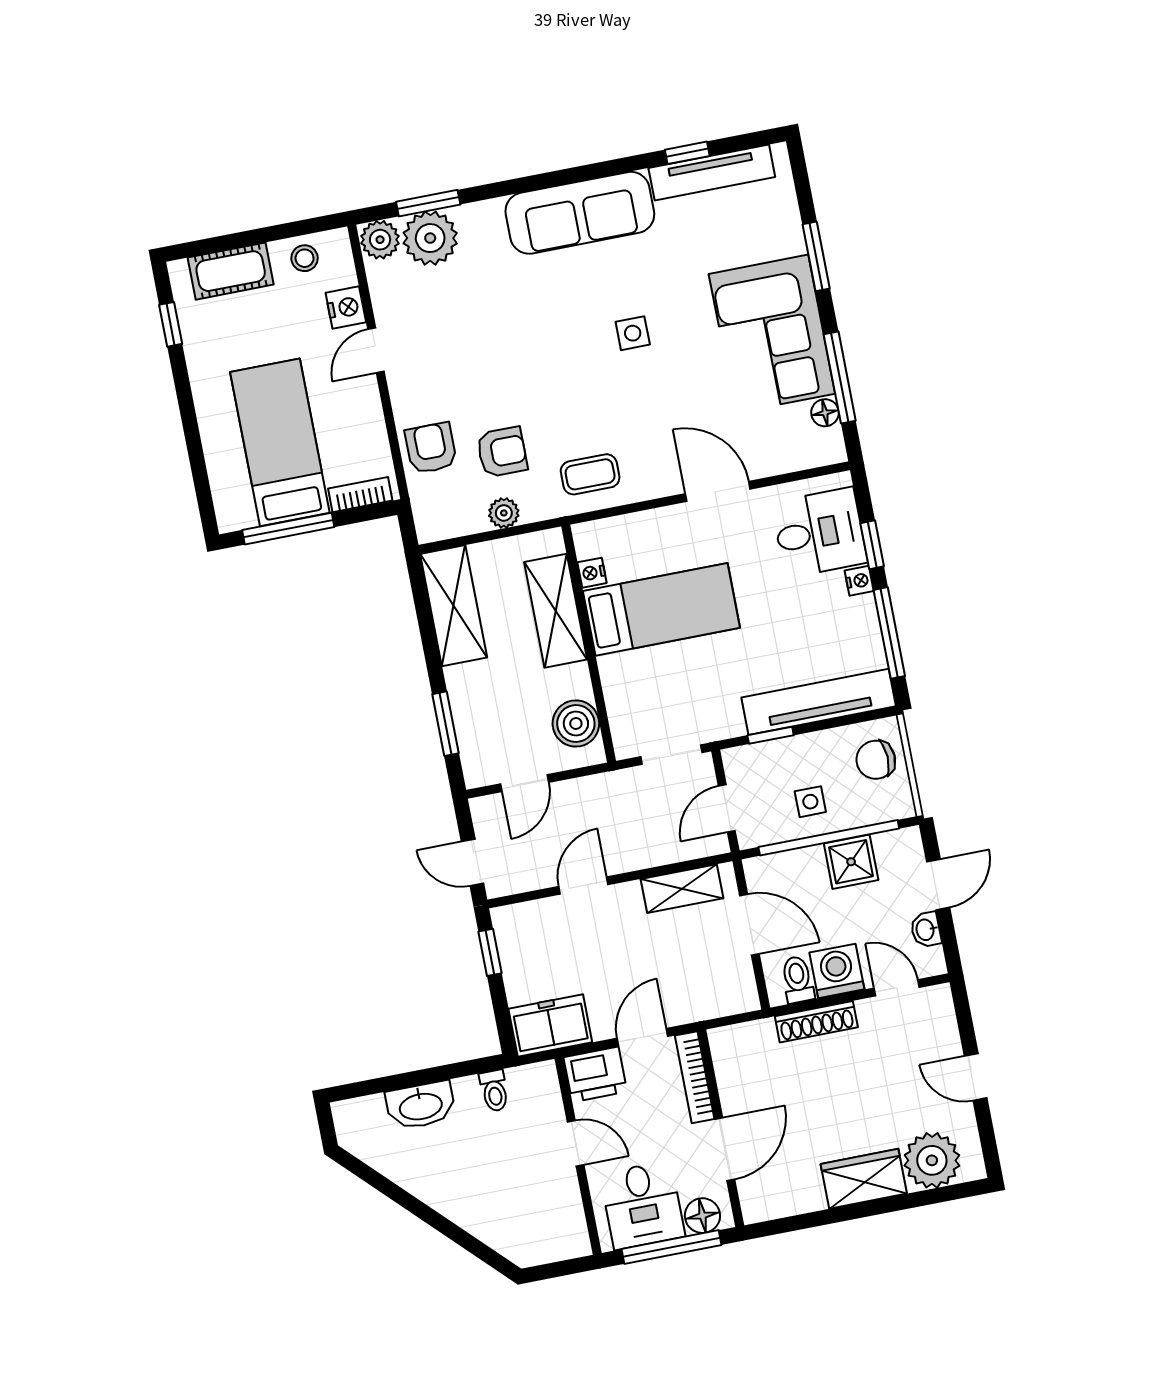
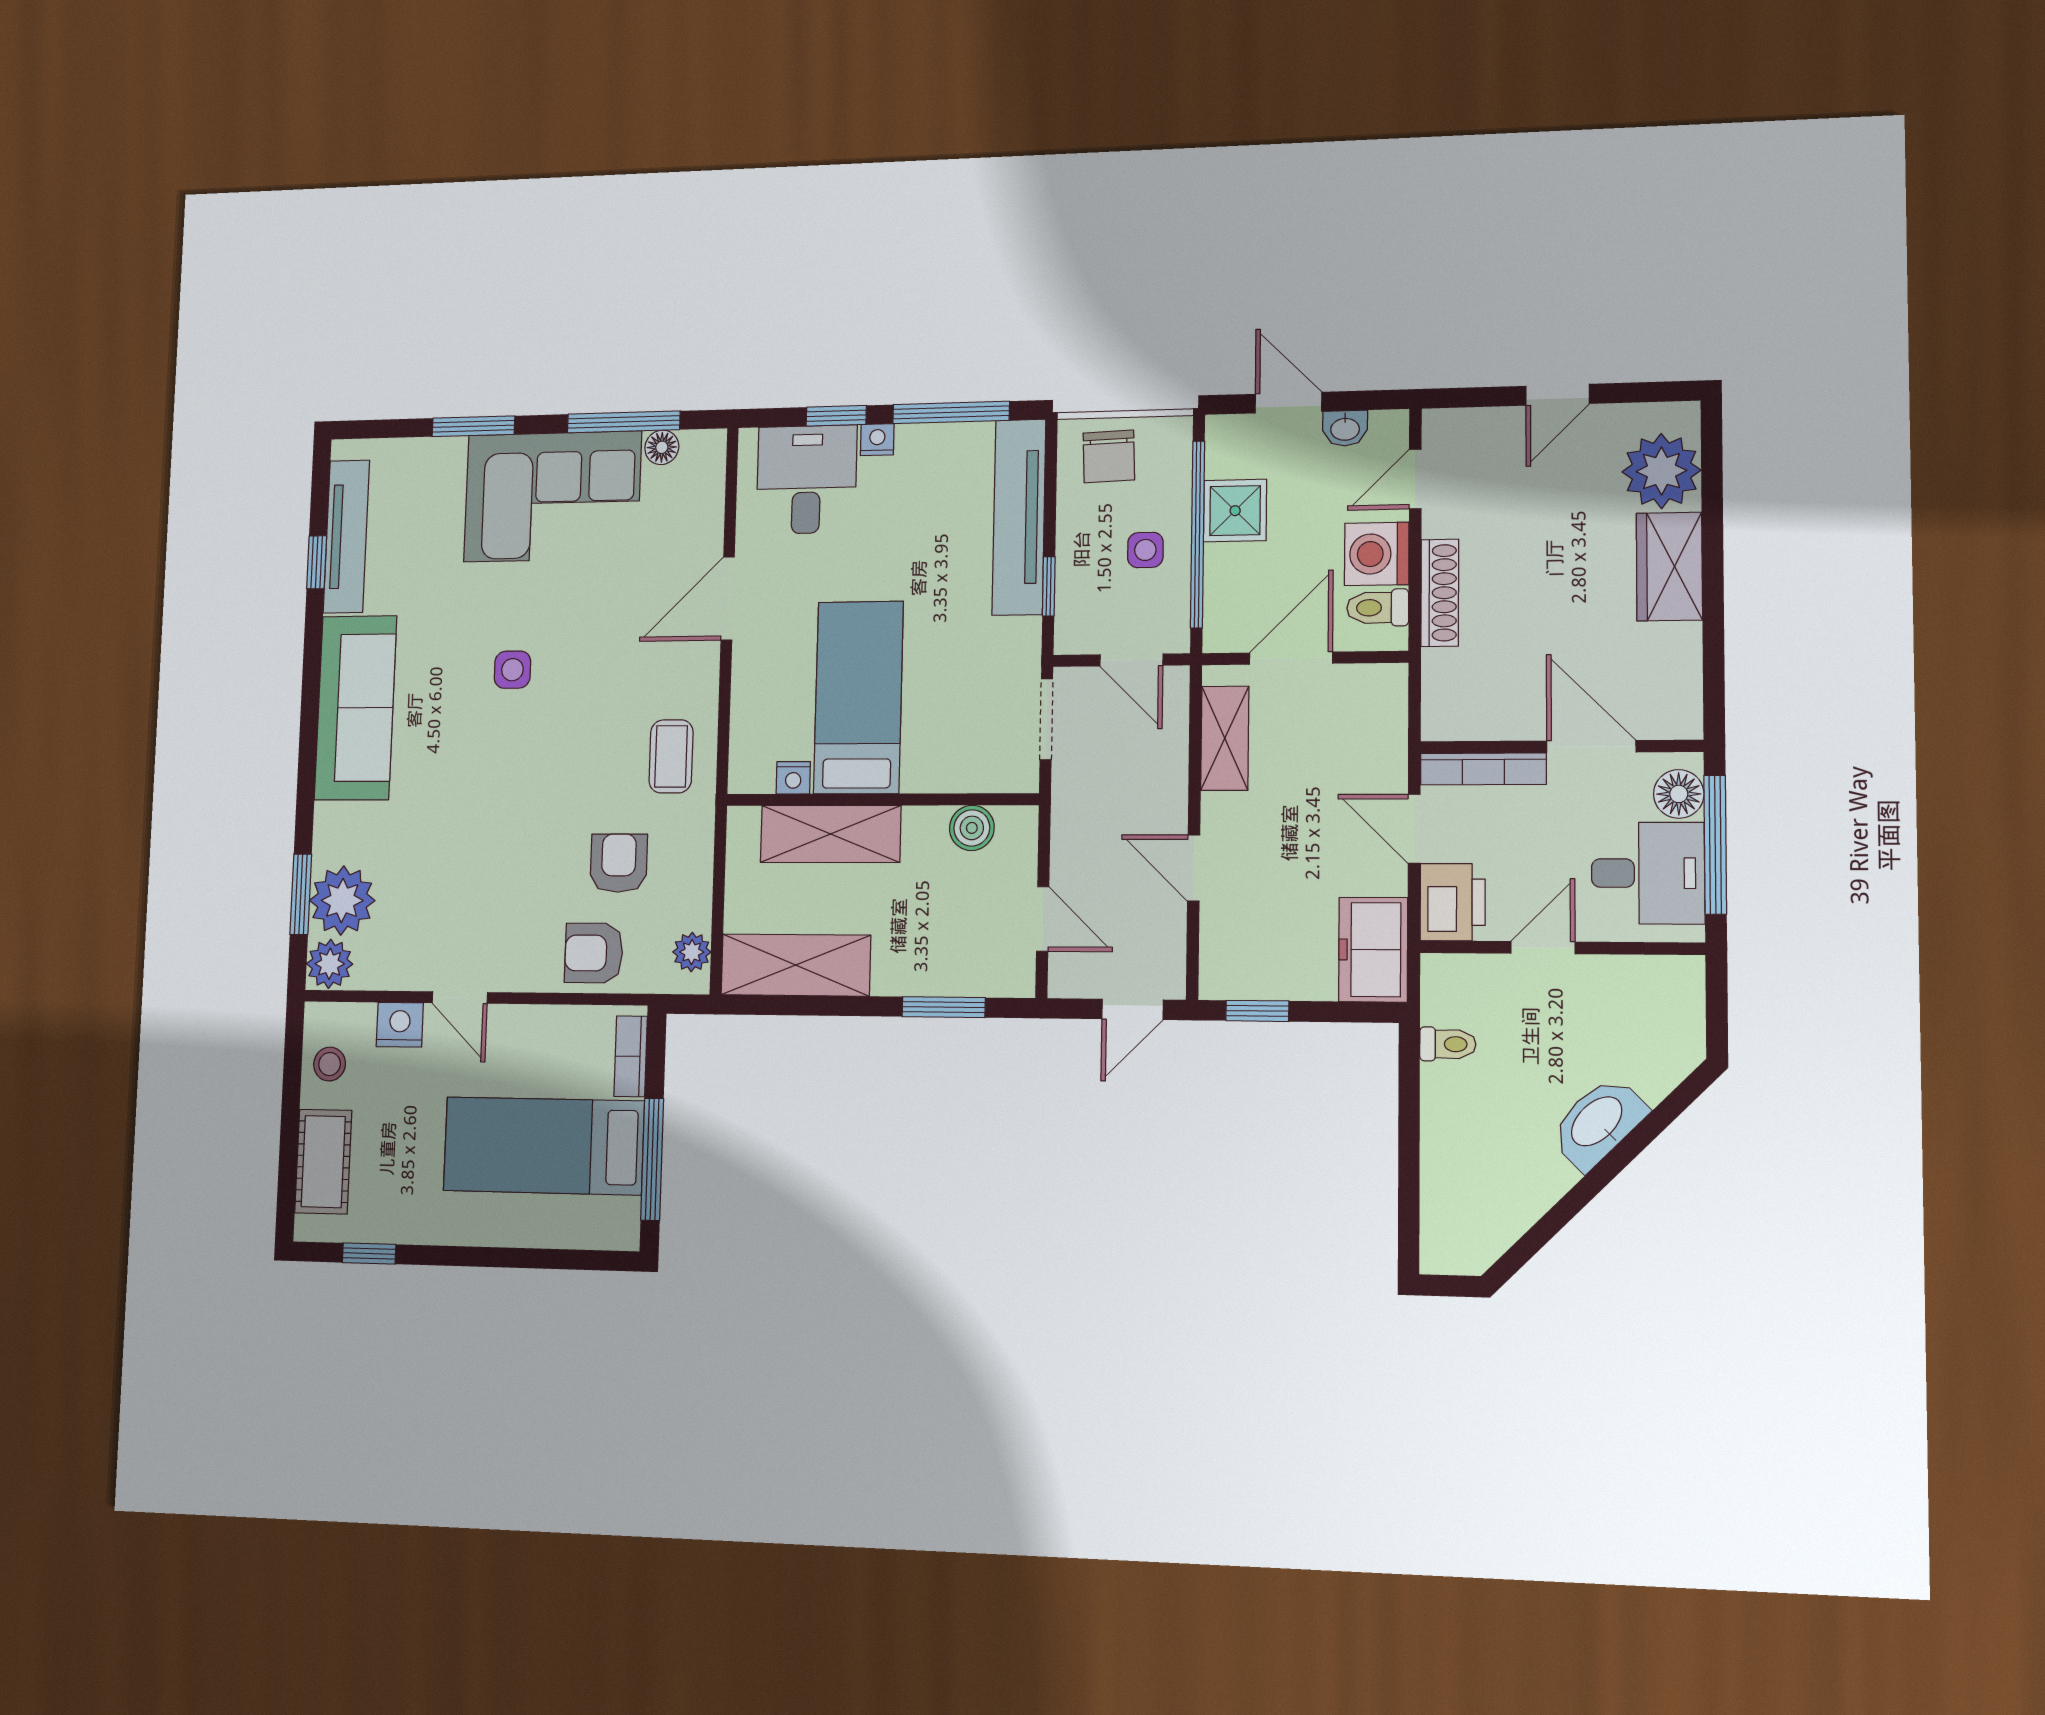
plant: (504, 513) -> (692, 952), moved
boiler: (576, 724) -> (972, 828), width x0.73, depth x0.73
washbasin: (421, 1105) -> (1598, 1123), moved, turned -135

